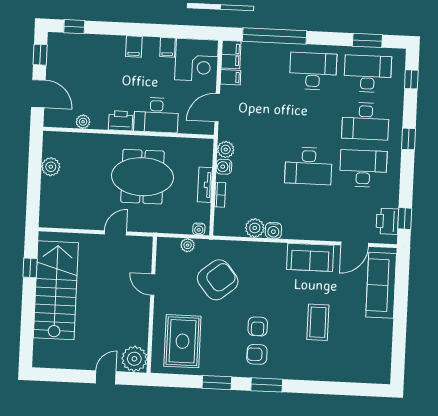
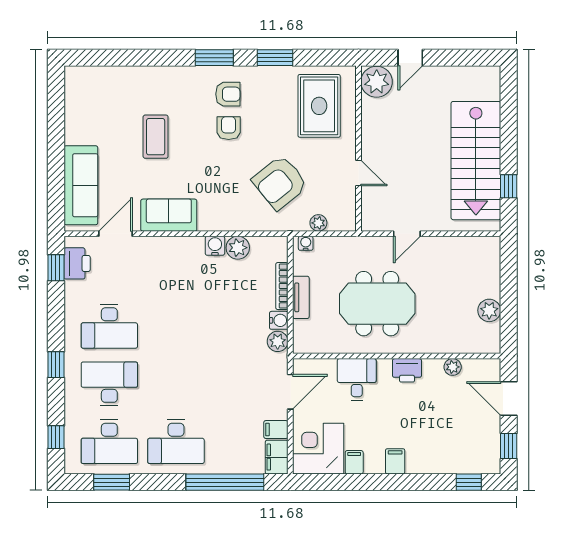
desk: (156, 115) -> (357, 379), width x0.73
desk: (309, 166) -> (176, 326), removed
bookcase: (220, 195) -> (282, 286), width x1.56

